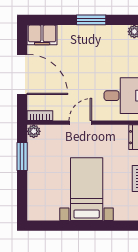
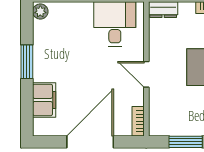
filing cabinet: (42, 35) -> (44, 100), moved
plant: (34, 131) -> (156, 128), removed

